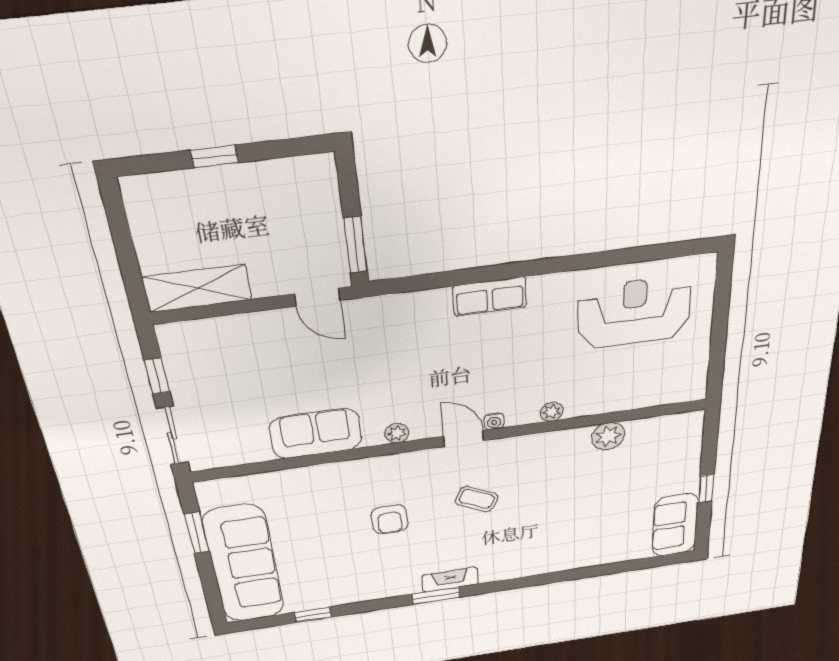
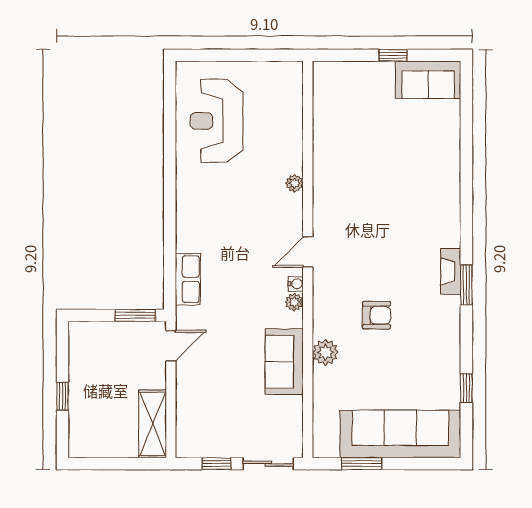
row of seats: (490, 296) -> (188, 279), moved
water cooler: (494, 421) -> (296, 284), moved
plant: (608, 436) -> (325, 352), moved
coffee table: (477, 499) -> (369, 245), removed

